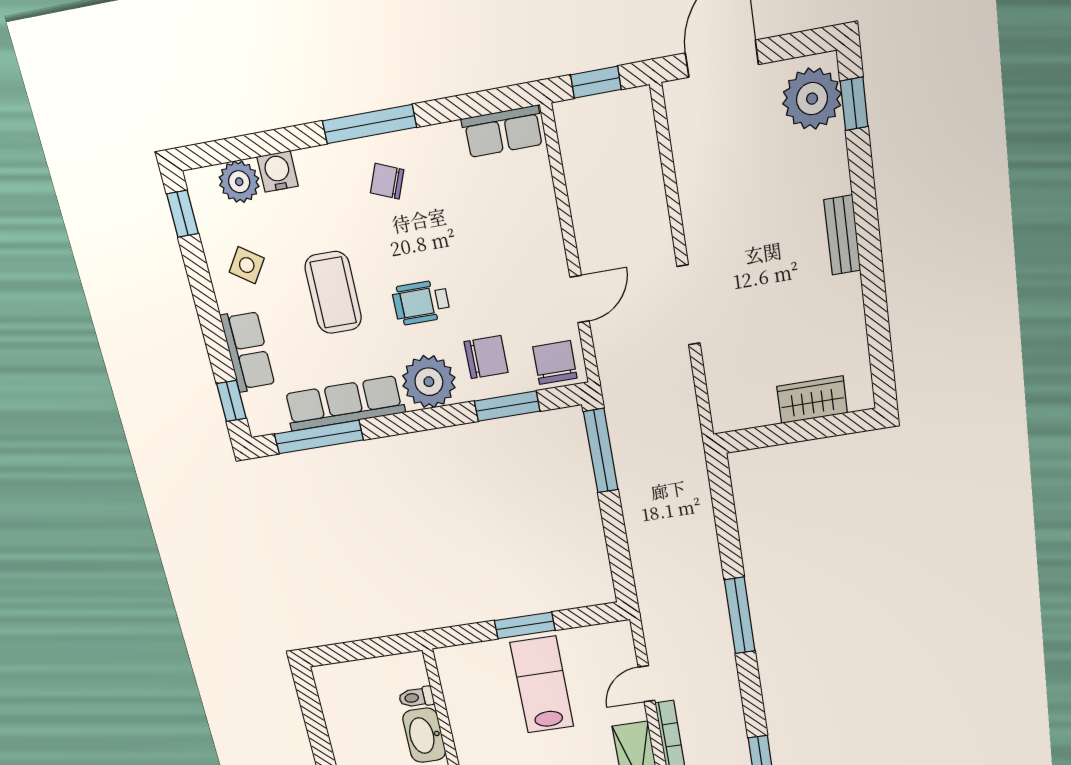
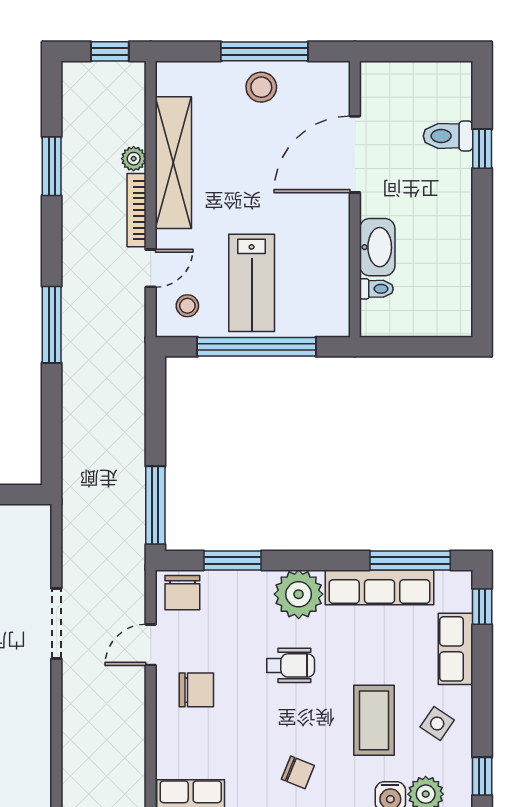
coffee table: (333, 293) -> (374, 720), moved
chair: (486, 357) -> (196, 690), moved, turned 180
window: (525, 625) -> (257, 347), width x2.11
stool: (603, 654) -> (187, 306), added

